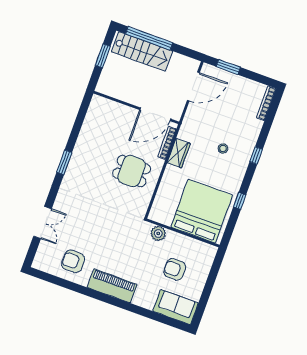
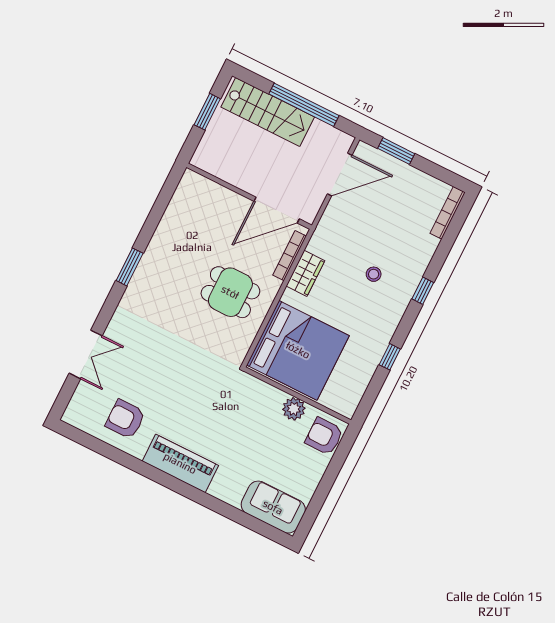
window: (149, 38) -> (304, 105), moved
bed: (202, 211) -> (298, 350), moved, turned 90
plant: (158, 233) -> (294, 409), moved
armchair: (175, 269) -> (324, 436), moved

